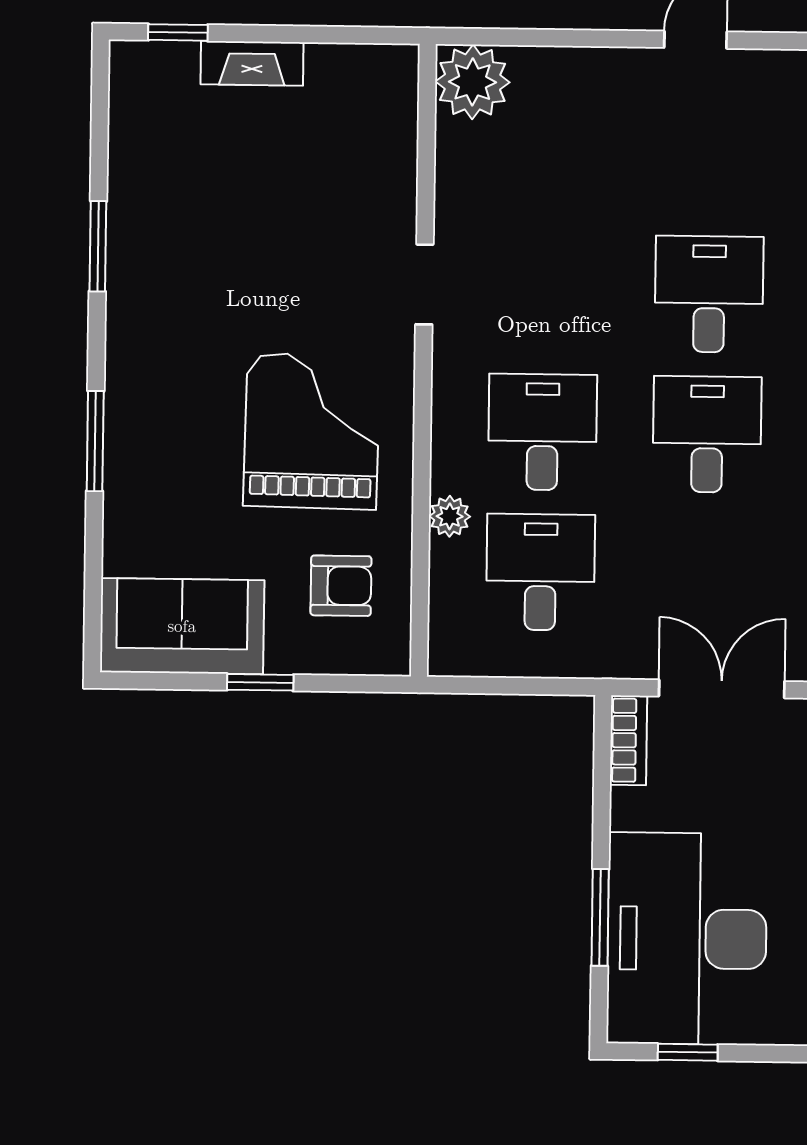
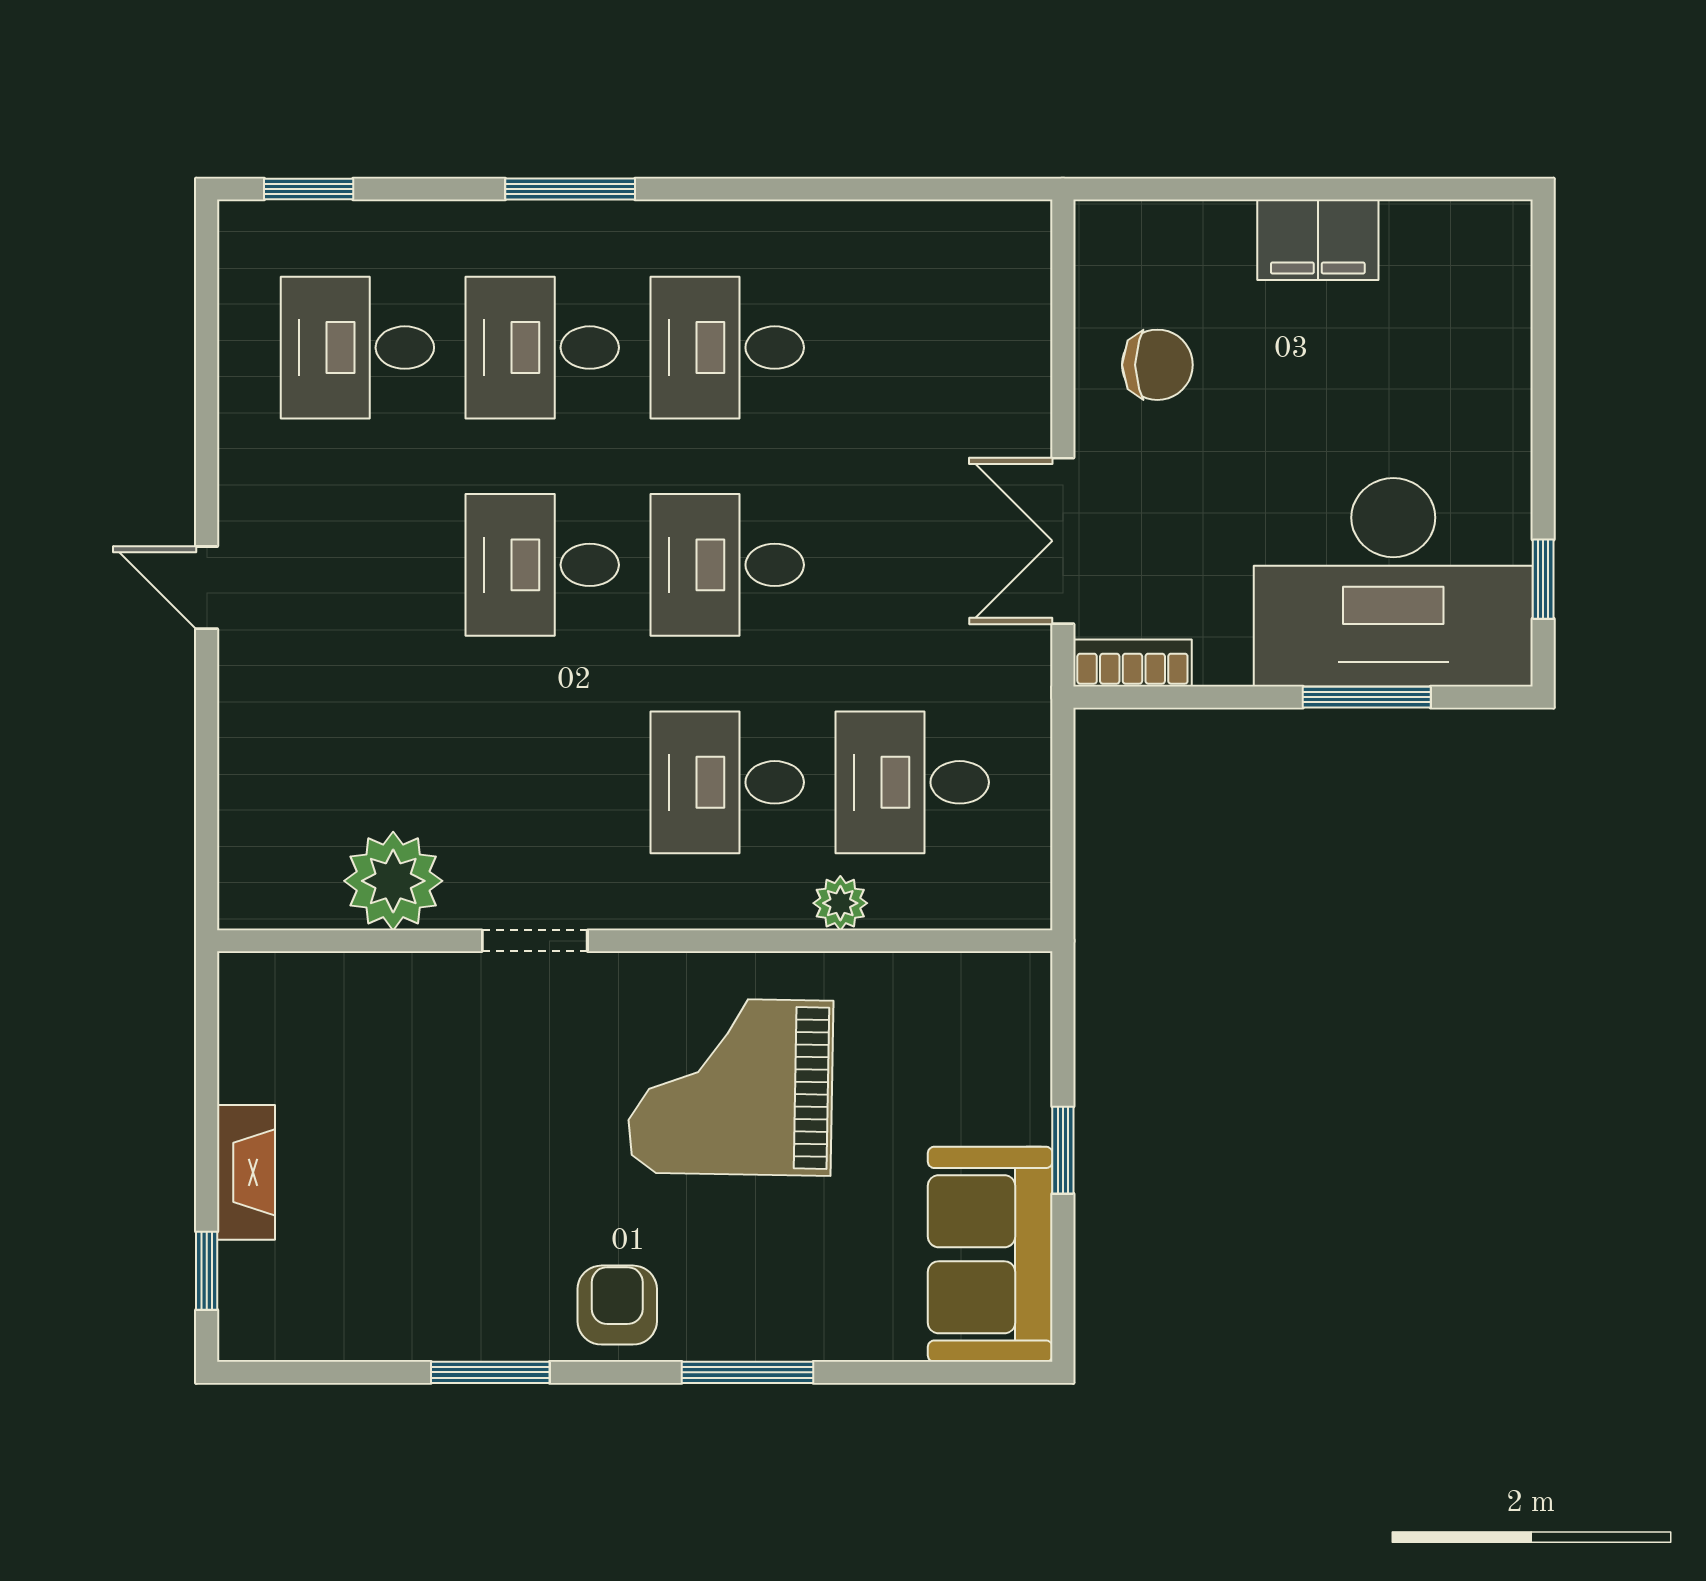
plant: (473, 82) -> (393, 881), moved
armchair: (341, 586) -> (617, 1305), moved

